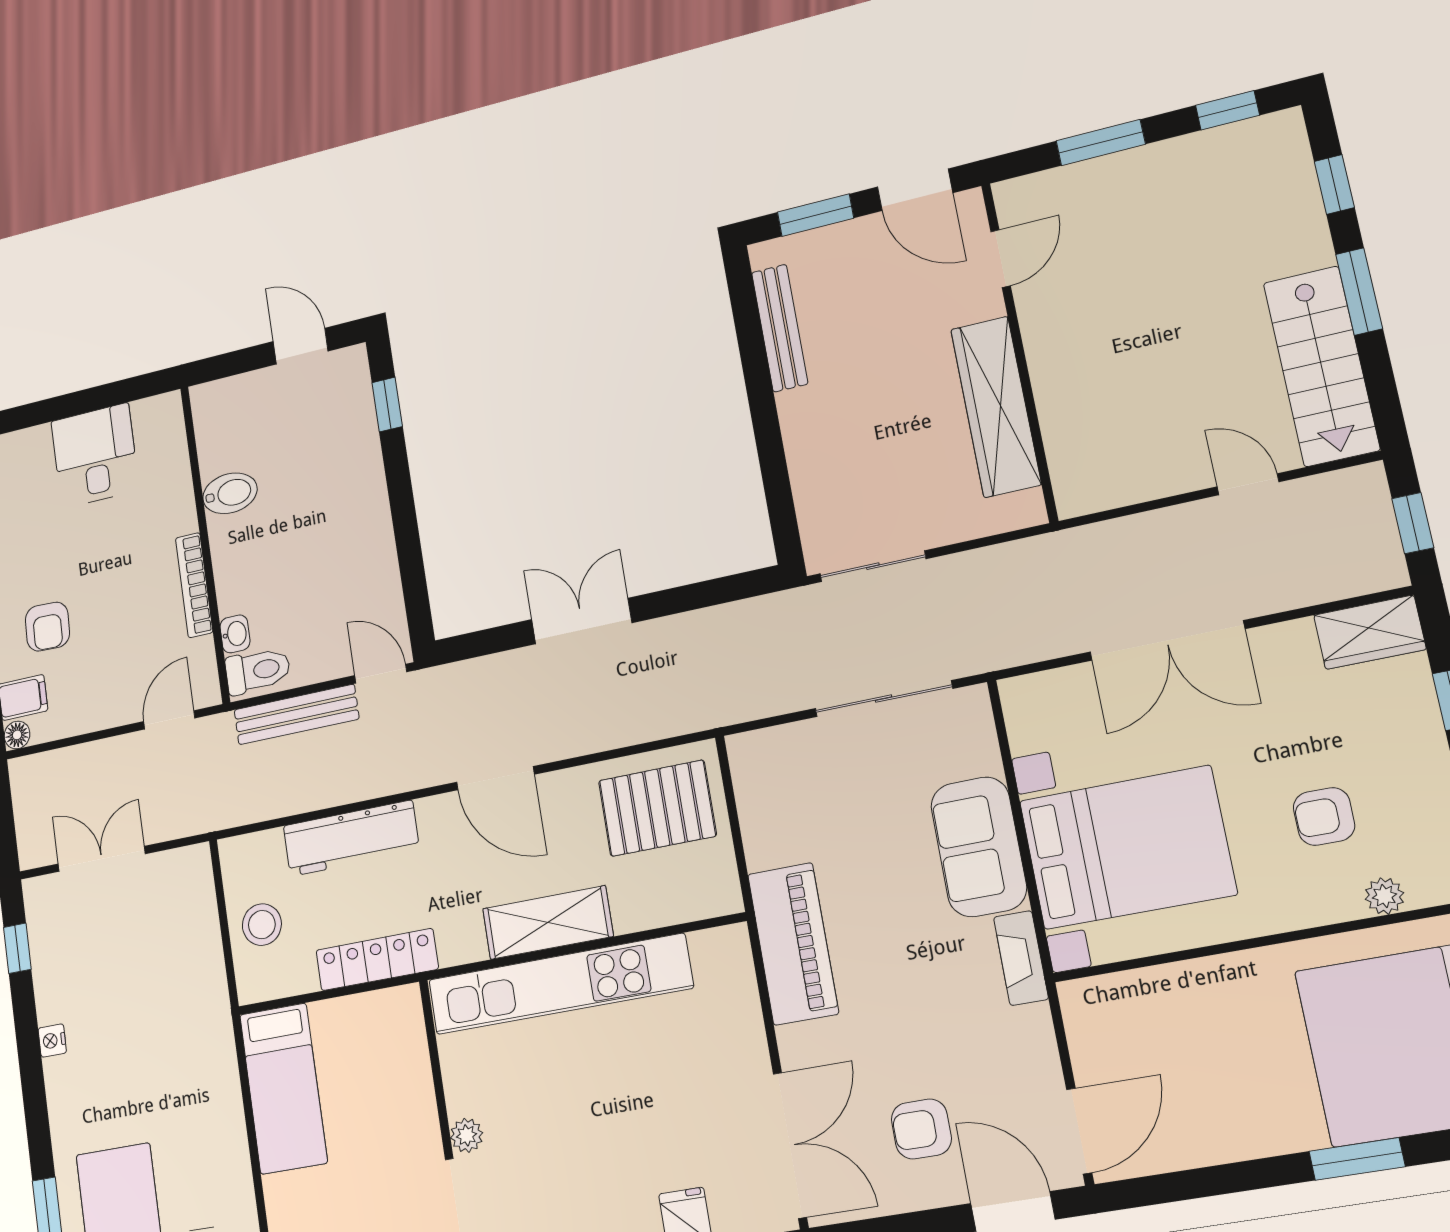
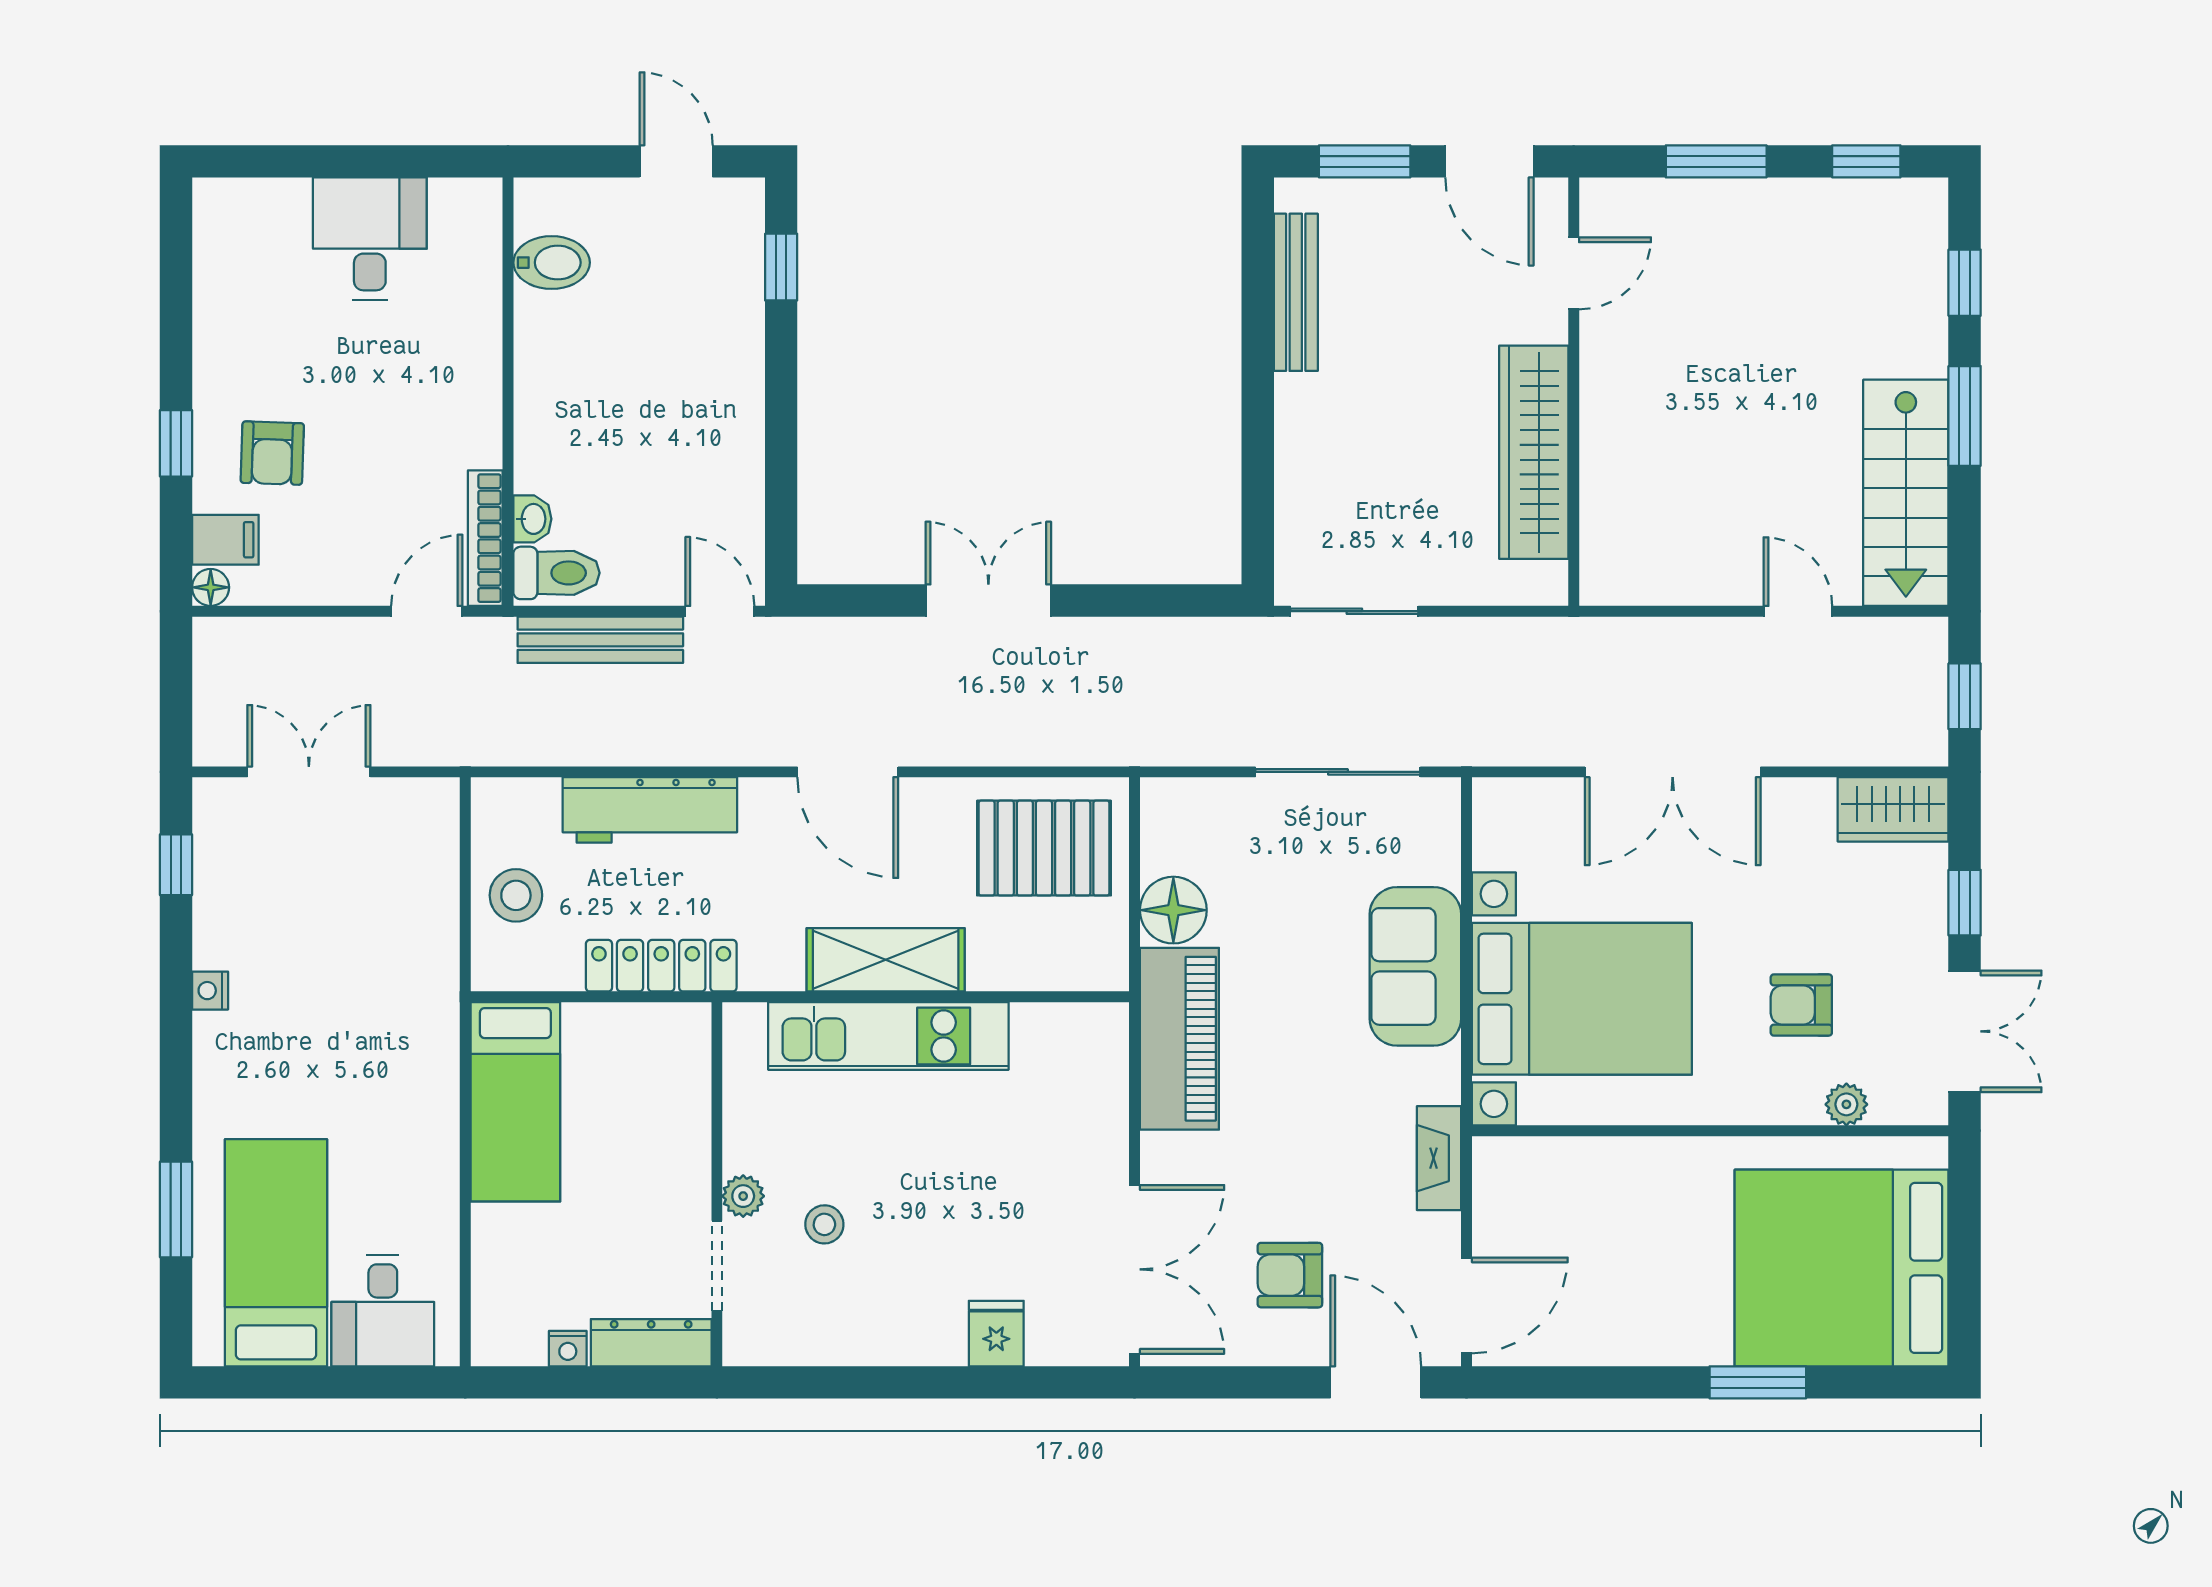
bidet: (230, 493) -> (552, 263), moved
bookcase: (194, 585) -> (485, 538), moved
floor lamp: (769, 838) -> (1173, 910), added
fireplace: (1021, 958) -> (1439, 1158), moved
kitchen unit: (560, 984) -> (888, 1036), width x0.73
stool: (533, 1148) -> (824, 1224), added

